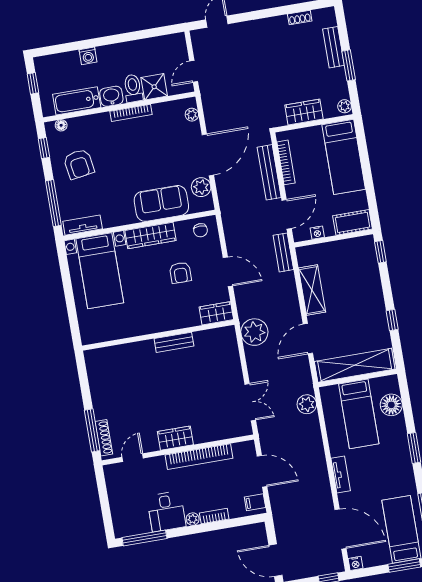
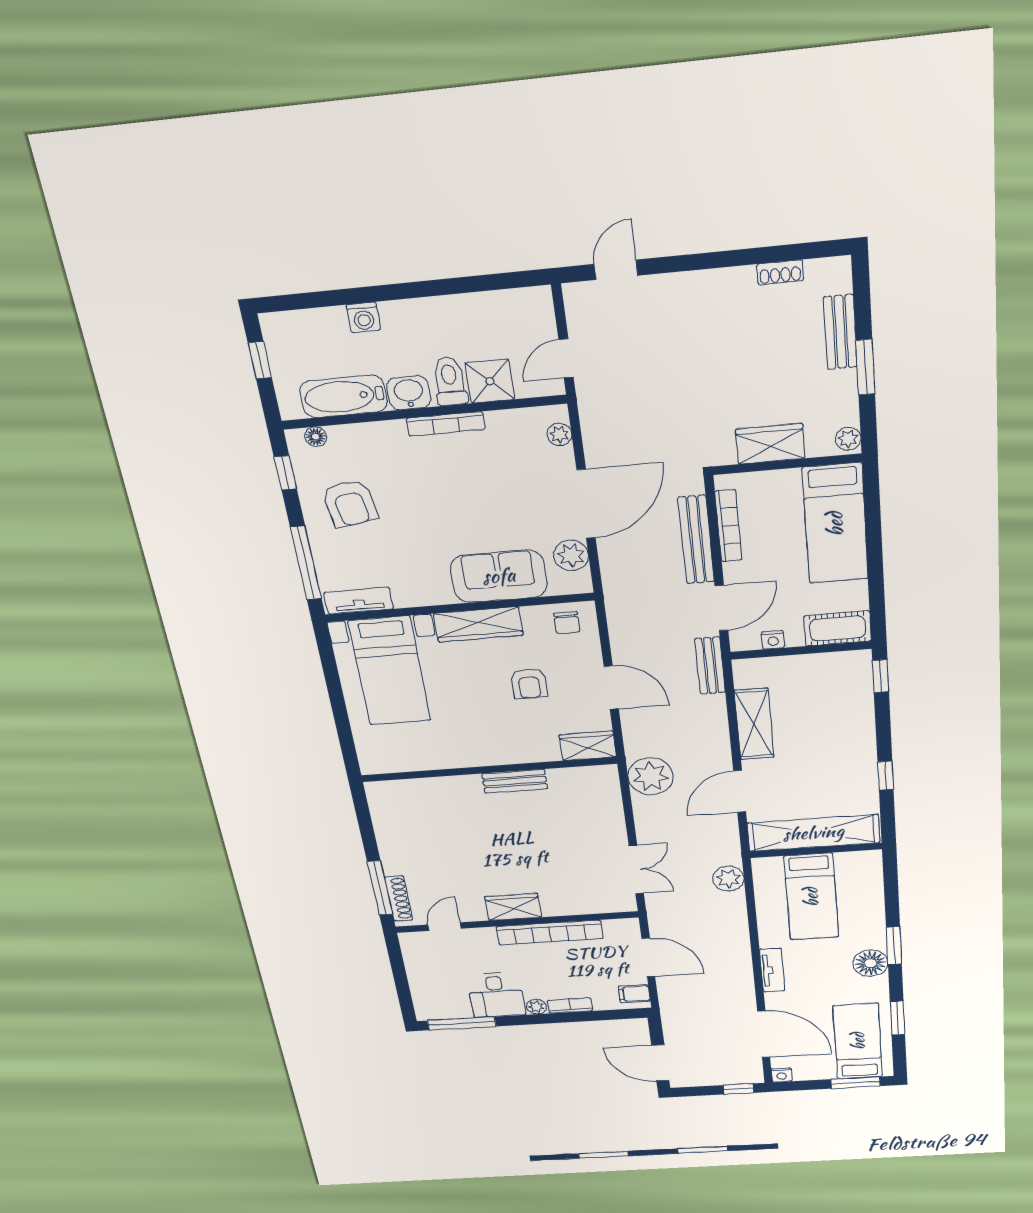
floor lamp: (391, 405) -> (870, 963), moved

